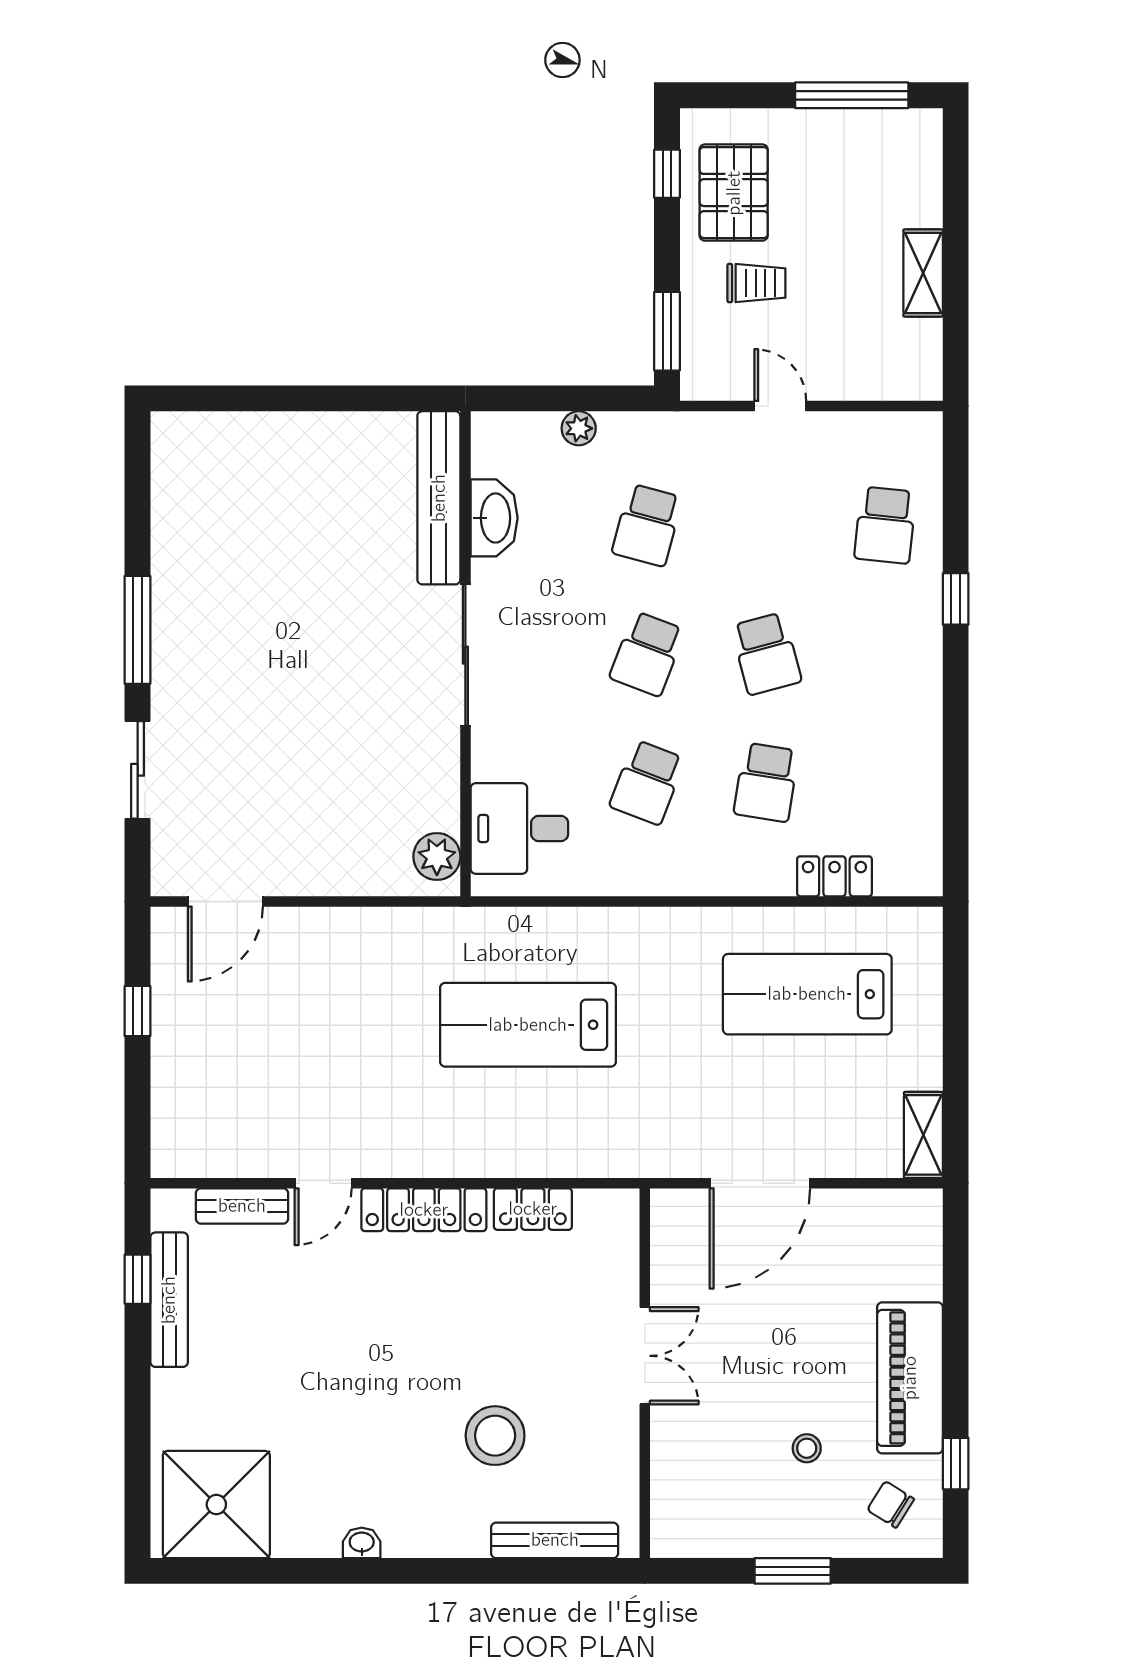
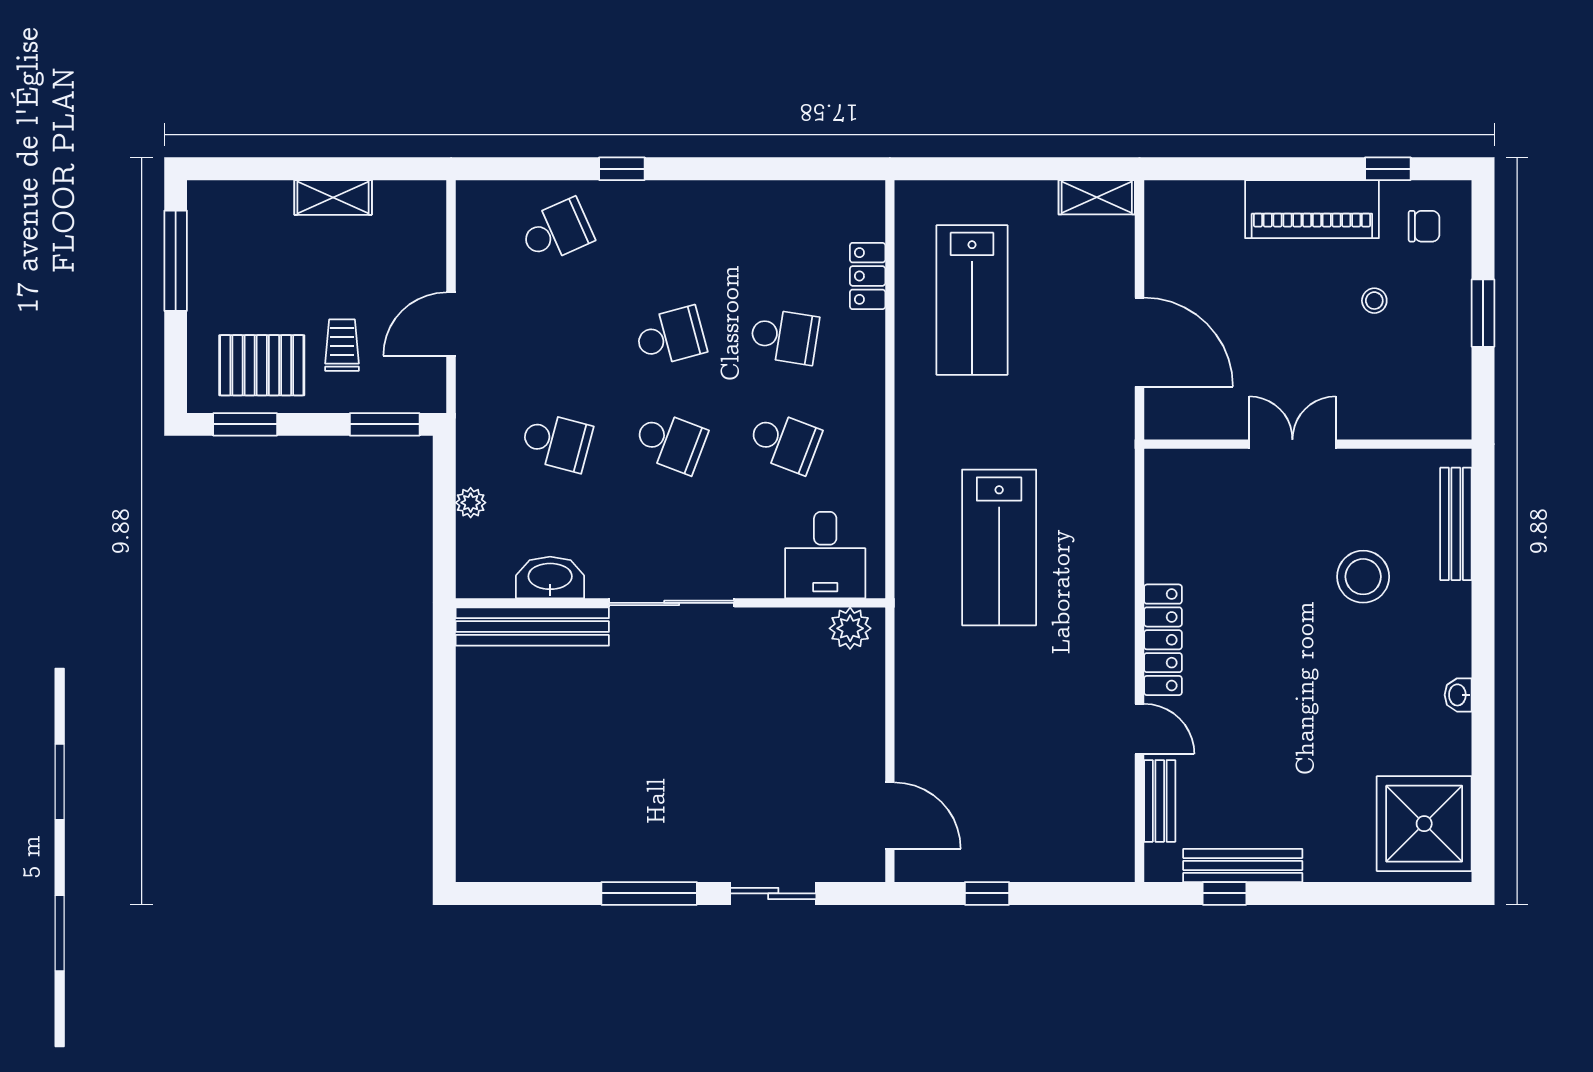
window: (667, 174) -> (245, 424), width x1.50
door: (780, 406) -> (451, 324), width x1.38
school desk: (885, 525) -> (556, 231), turned -30
locker: (533, 1209) -> (1162, 543), removed
chair: (891, 1504) -> (1424, 226), turned -122

